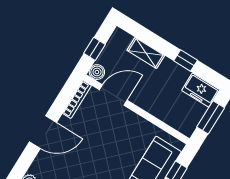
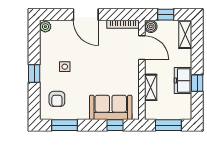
shelving: (146, 53) -> (185, 34), moved
freezer: (201, 90) -> (183, 81), moved
shelving: (160, 112) -> (151, 87), added

